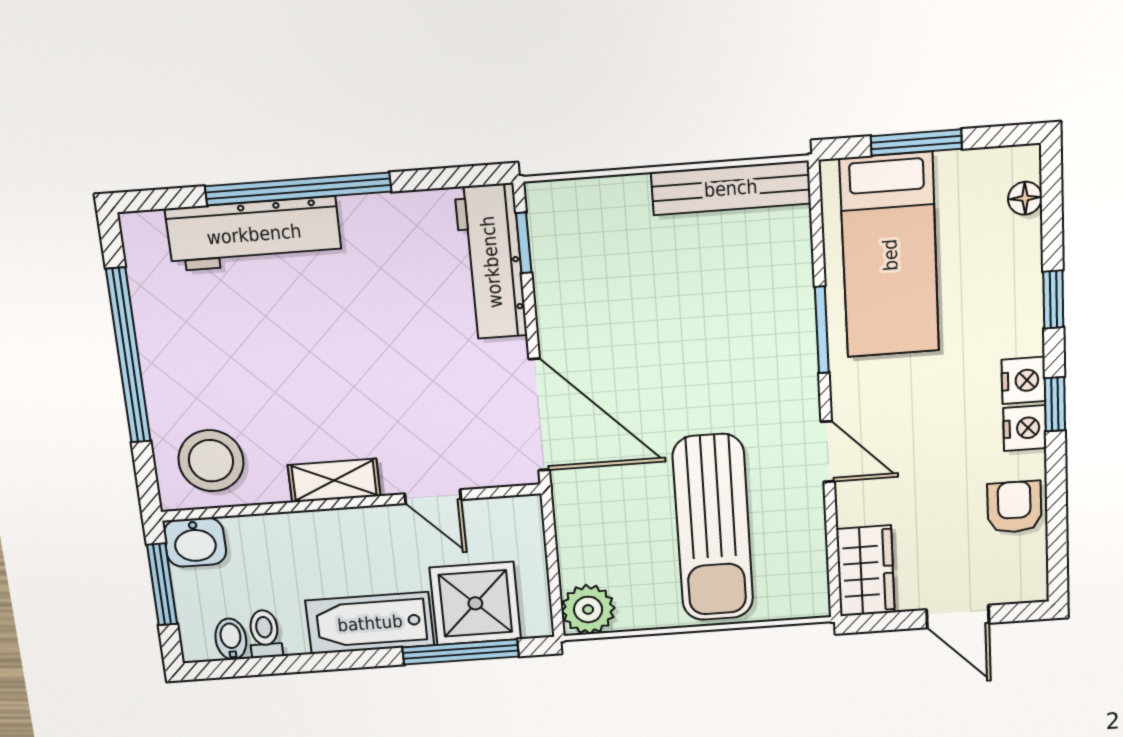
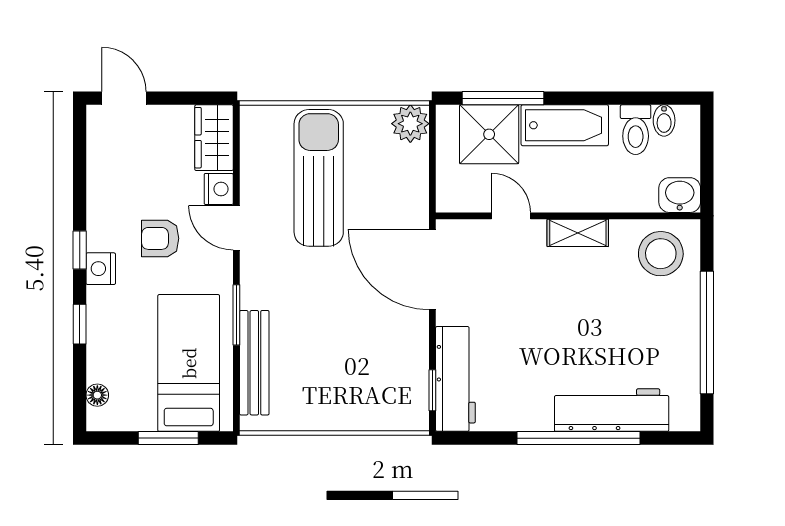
bench: (731, 188) -> (254, 363), moved, turned 90
nightstand: (1025, 428) -> (219, 189), moved, turned 180
armchair: (1014, 507) -> (160, 238), moved, turned 90
window: (162, 584) -> (707, 165), removed
door: (958, 617) -> (124, 98), moved
toilet: (265, 634) -> (636, 130), width x1.37, depth x1.39

